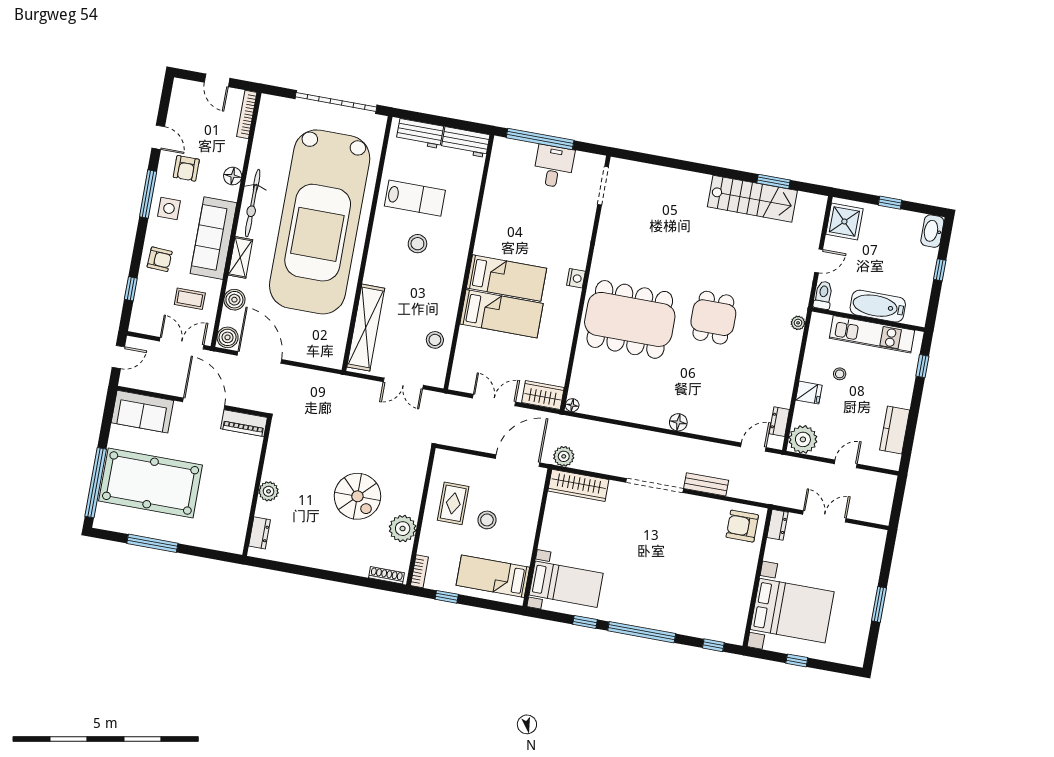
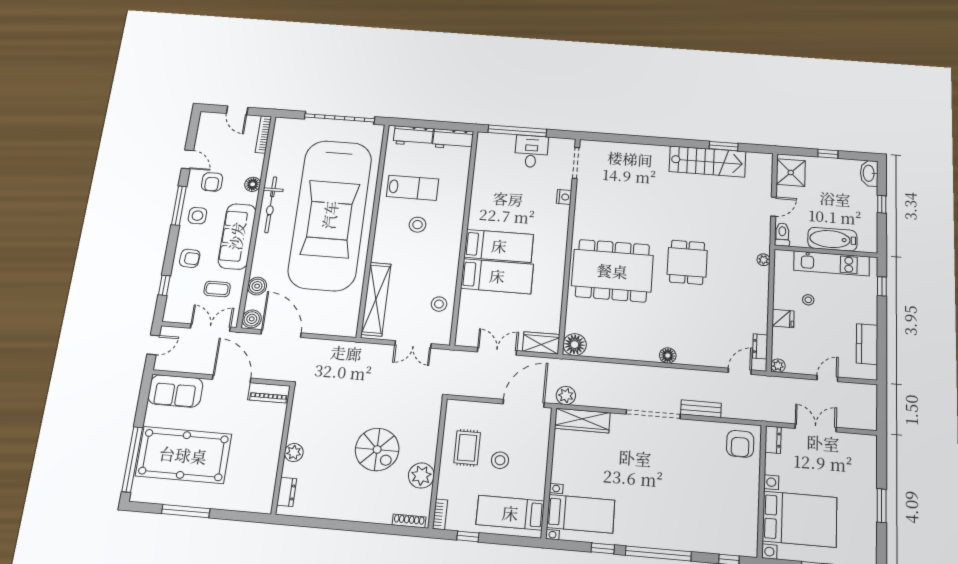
shelving: (240, 257) -> (261, 250), removed
nightstand: (576, 278) -> (564, 197), moved
floor lamp: (572, 405) -> (575, 345), width x1.89, depth x1.89
plant: (803, 439) -> (778, 366), width x0.53, depth x0.53
armchair: (742, 526) -> (740, 444), turned -90

